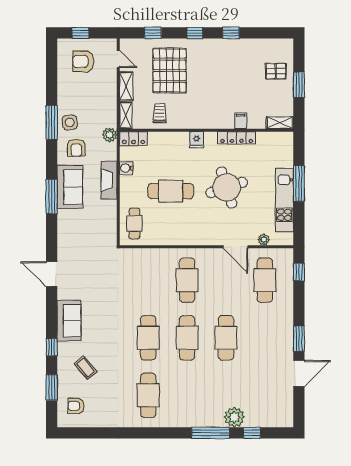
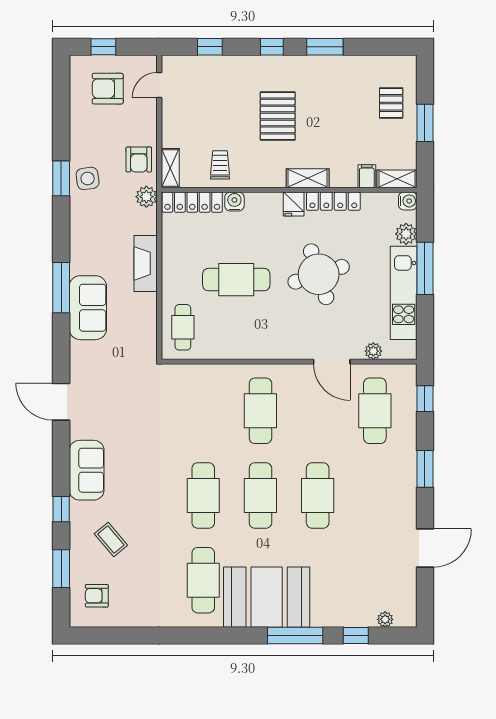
window: (231, 33) -> (325, 47), width x1.50
door: (118, 59) -> (159, 85), swing flipped
pallet: (170, 70) -> (278, 116), moved, width x0.73, depth x0.71
pallet: (276, 71) -> (391, 103), turned 90
shelving: (126, 86) -> (308, 178), moved, turned 90
filing cabinet: (241, 121) -> (367, 176), moved
window: (52, 122) -> (61, 178), width x0.69
locker: (134, 138) -> (192, 202), width x1.53
water cooler: (287, 138) -> (408, 201), added
fridge: (197, 140) -> (294, 204), moved
armchair: (76, 148) -> (139, 159), moved
plant: (286, 160) -> (406, 234), added
water cooler: (126, 168) -> (234, 202), moved, turned 90
sofa: (70, 187) -> (88, 308), moved
window: (299, 339) -> (425, 469), moved
booth: (191, 407) -> (267, 597), added
plant: (234, 417) -> (385, 619), moved, width x0.53, depth x0.53

